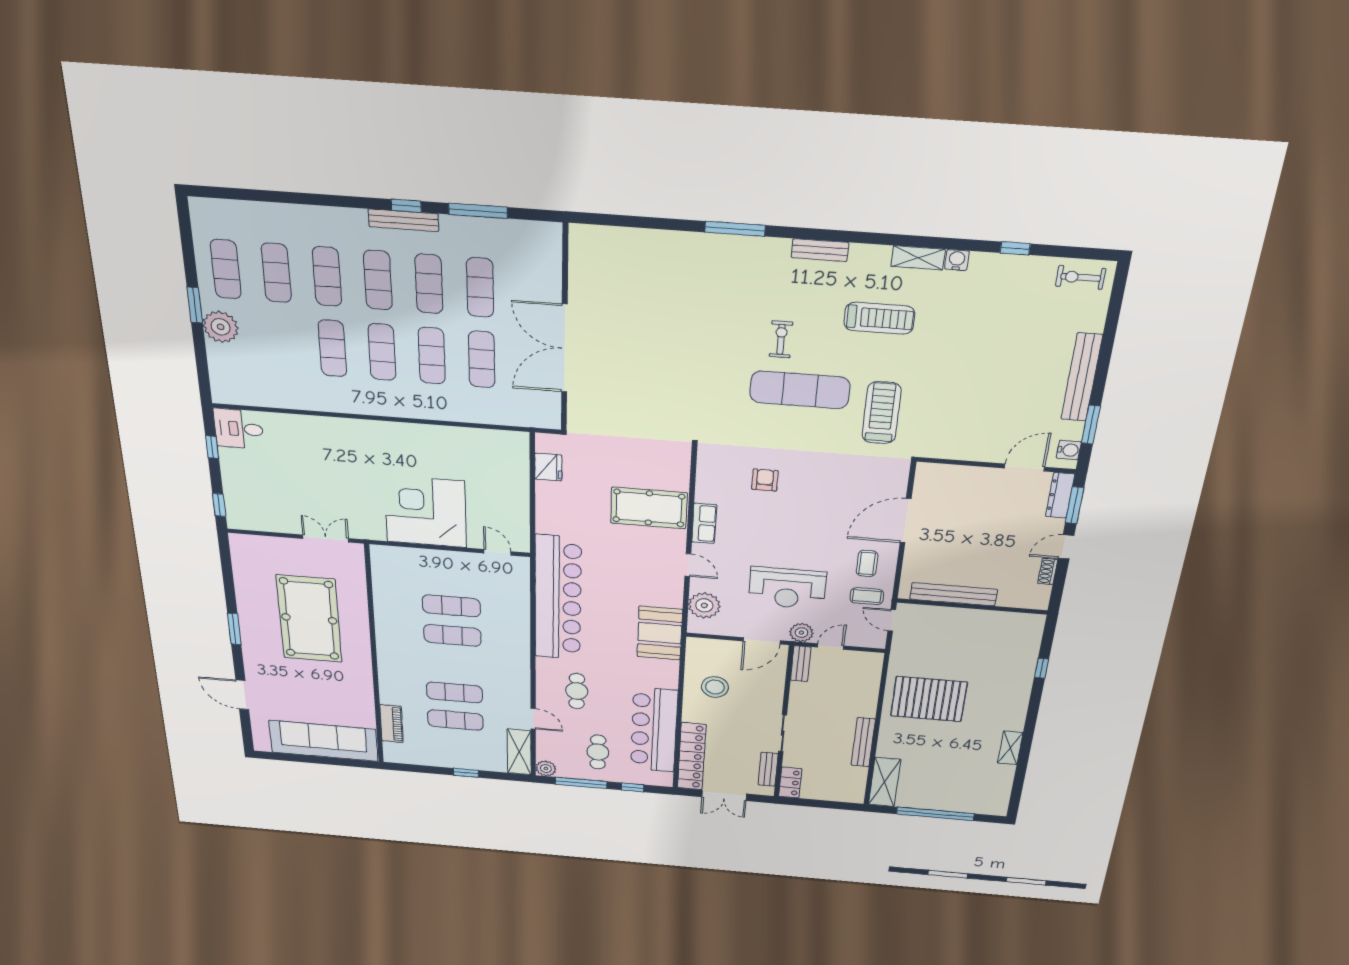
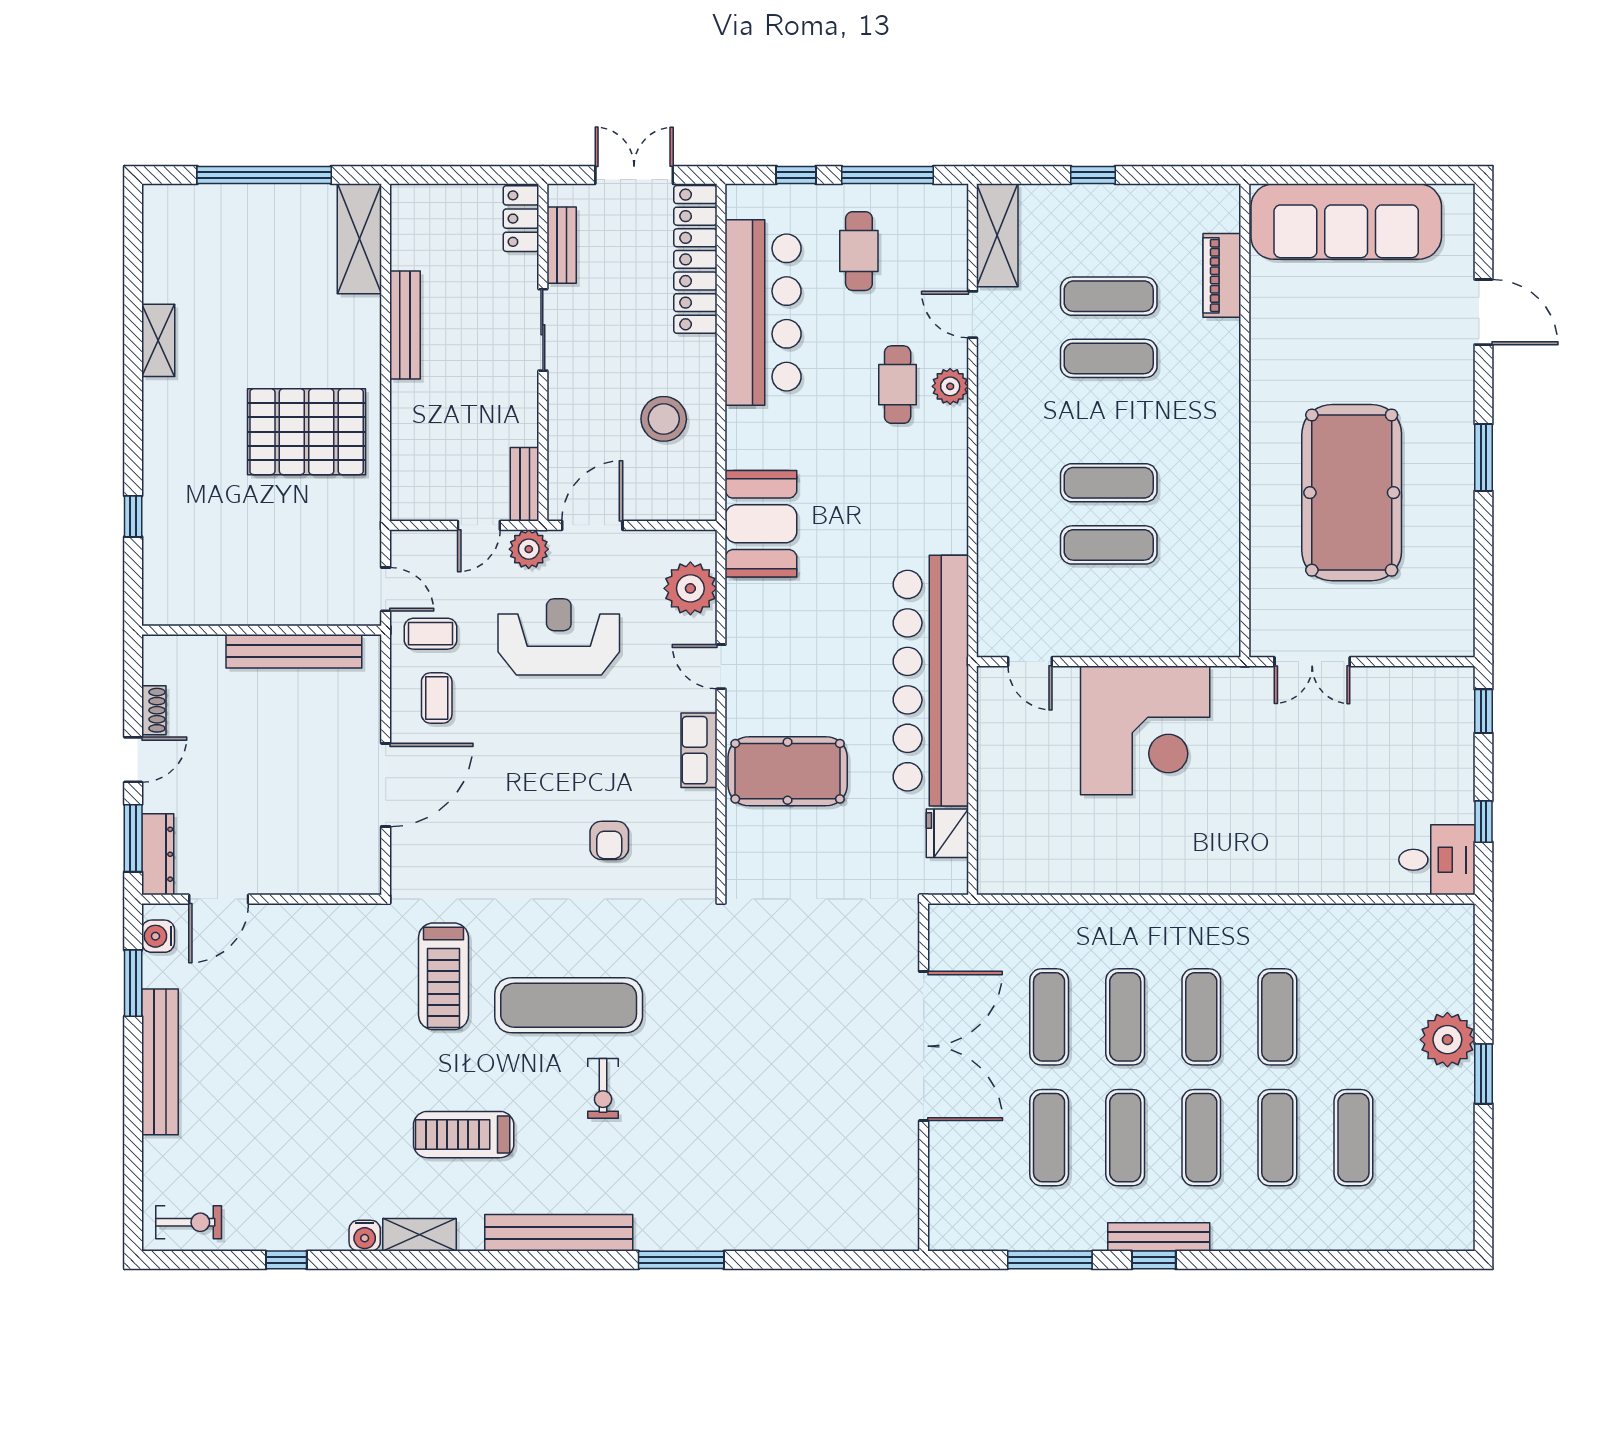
bench: (820, 250) -> (559, 1233), width x1.86, depth x1.21
exercise mat: (226, 269) -> (1430, 1138), removed
bar counter: (558, 598) -> (931, 681), moved
plant: (546, 768) -> (950, 386), moved

